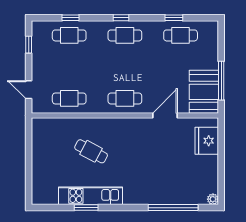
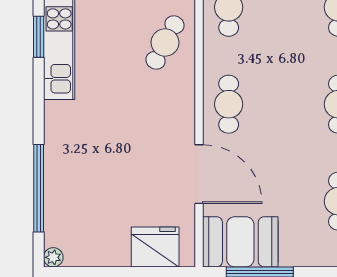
door: (165, 115) -> (199, 174), width x1.36
cafe table: (91, 151) -> (165, 43), moved

